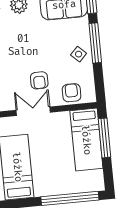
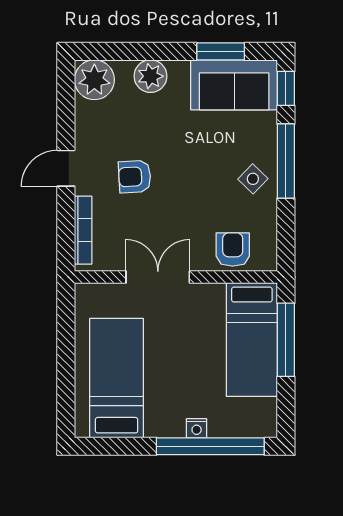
armchair: (39, 80) -> (135, 177), moved, turned 87
nightstand: (62, 190) -> (197, 428), added

